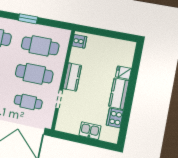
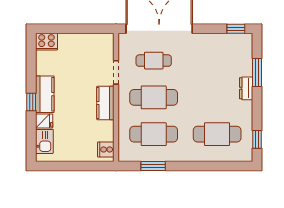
window: (28, 19) -> (153, 166), moved
window: (131, 90) -> (31, 102), added
cooker: (115, 118) -> (46, 42), moved, turned 90
kitchen sink: (90, 131) -> (44, 141), moved, turned -90

